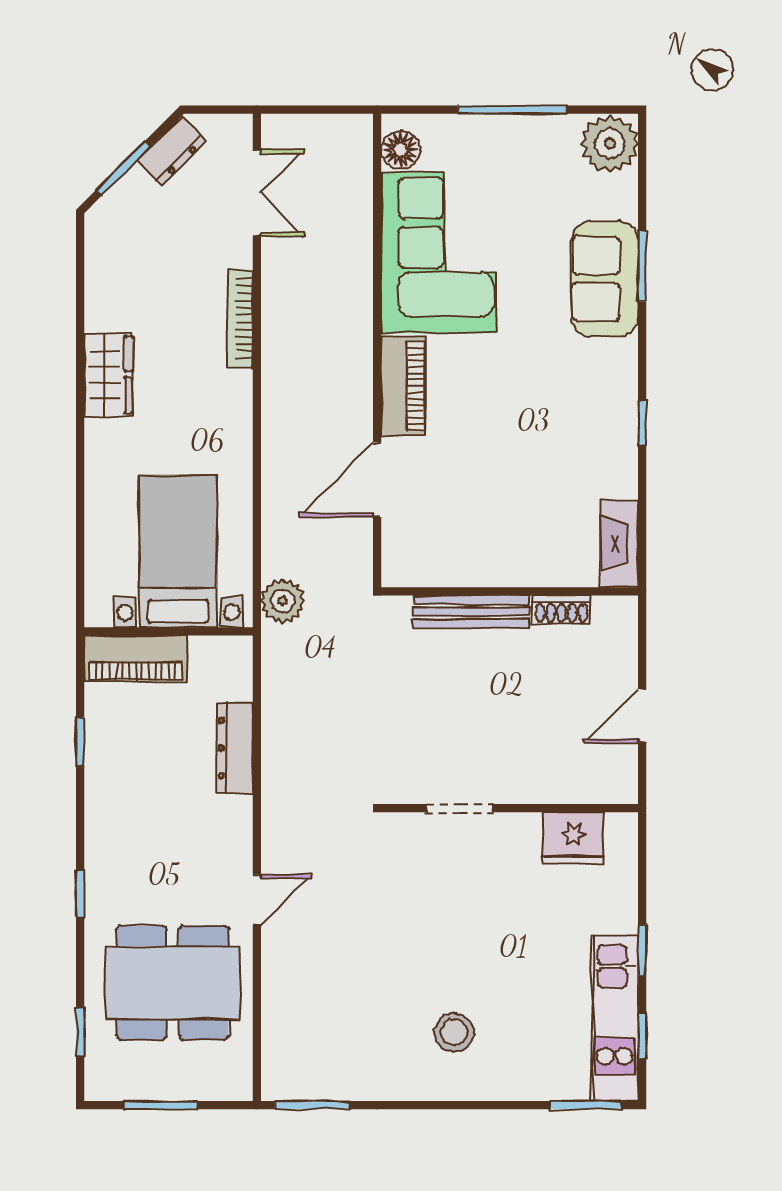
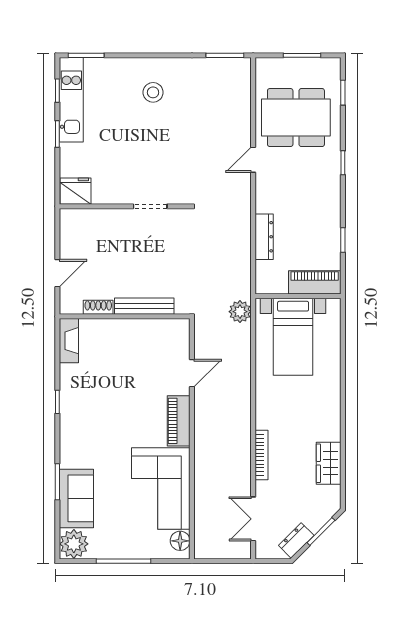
sofa: (605, 279) -> (76, 498), moved
wardrobe: (108, 375) -> (329, 463), moved
door: (377, 480) -> (192, 373), width x0.73
door: (642, 716) -> (57, 273), moved
fridge: (573, 838) -> (75, 191), moved

